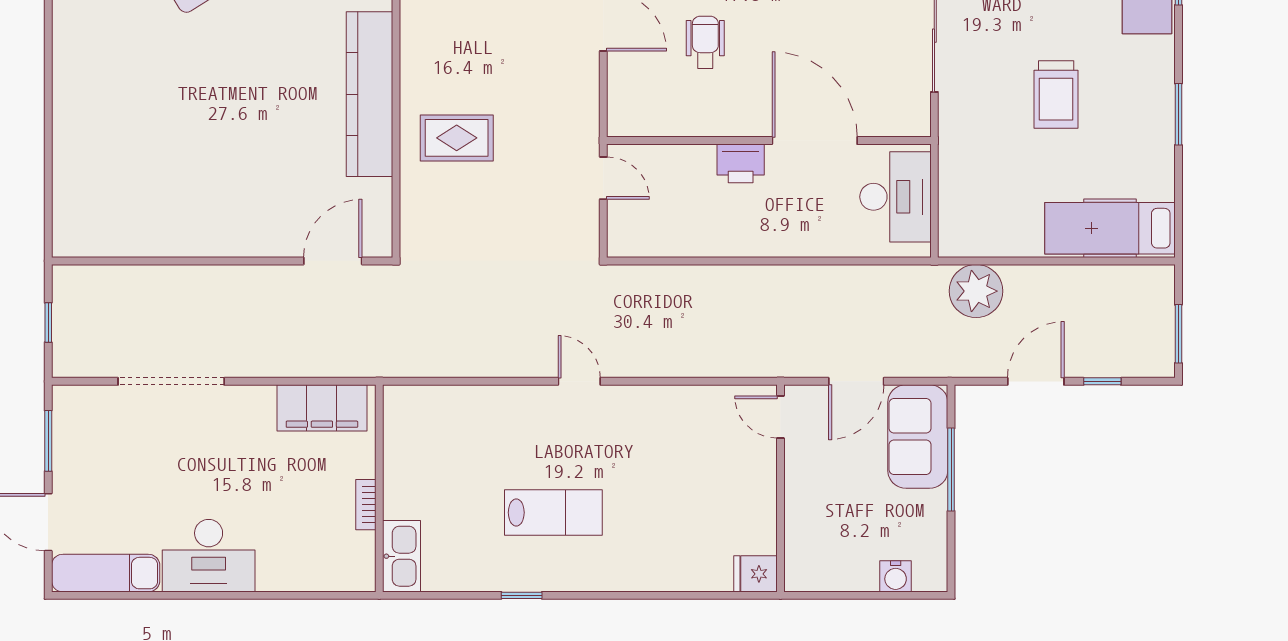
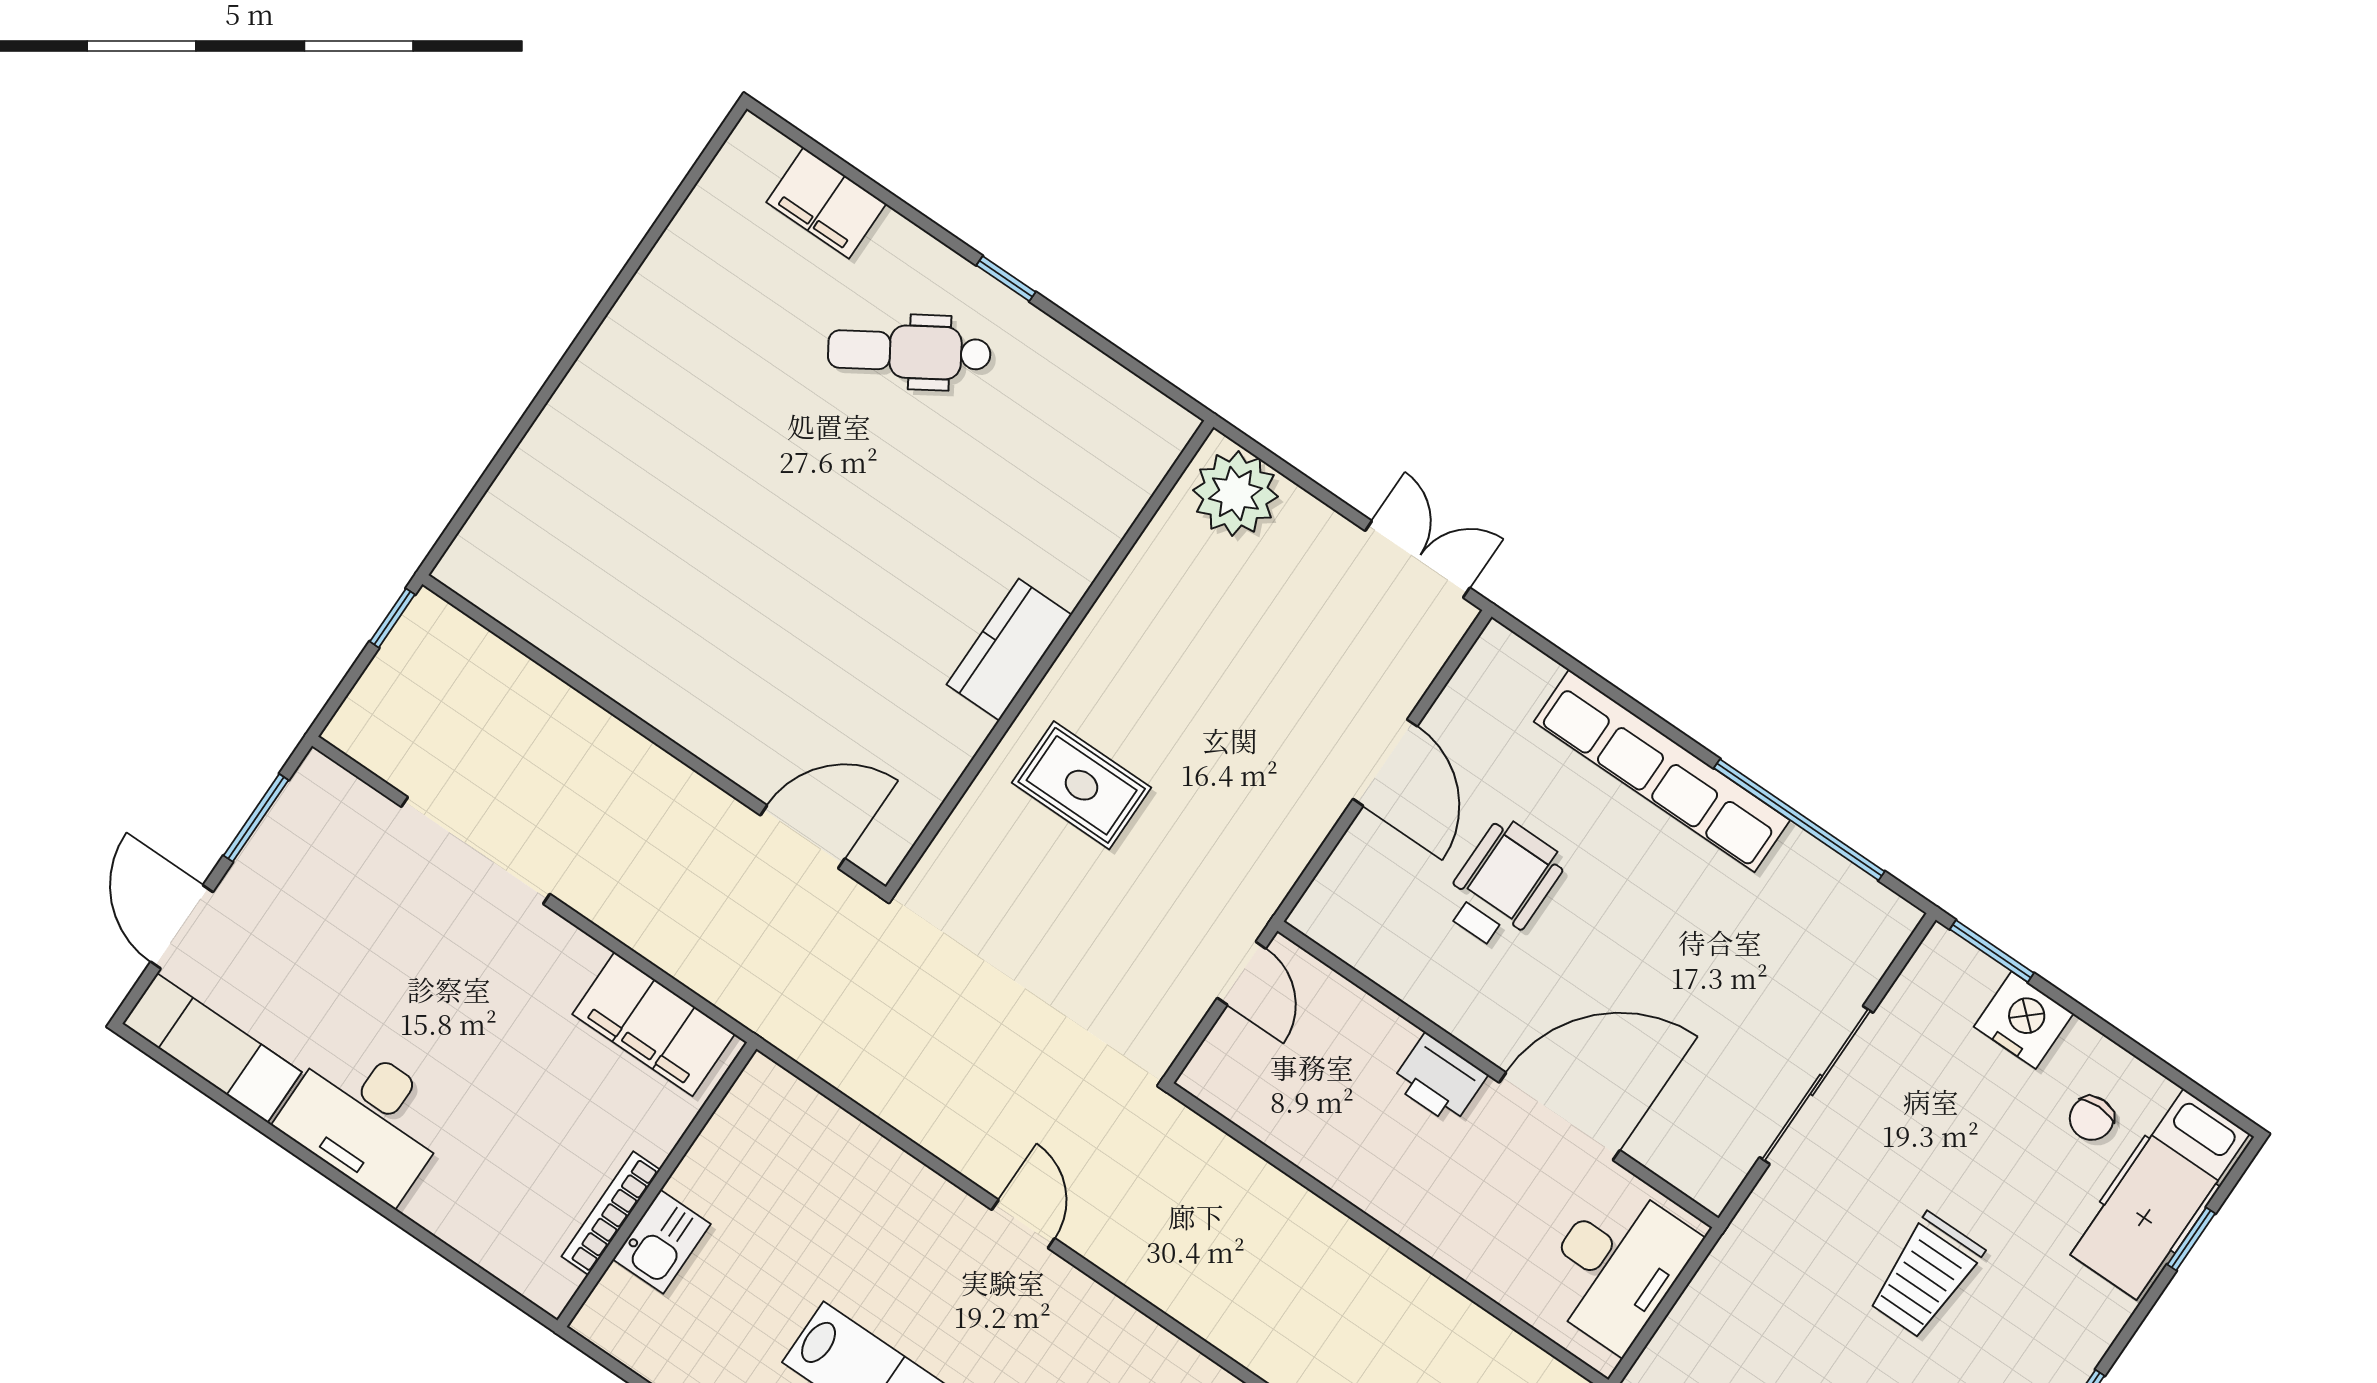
wheelchair: (705, 42) -> (1503, 884), width x1.36, depth x1.37
kitchen counter: (370, 94) -> (1009, 650), width x0.48, depth x0.86
door: (815, 141) -> (1560, 1116), hinge flipped
window: (48, 323) -> (392, 618), moved
bookcase: (366, 505) -> (611, 1213), width x1.56
kitchen sink: (401, 556) -> (662, 1242), moved, width x0.73

